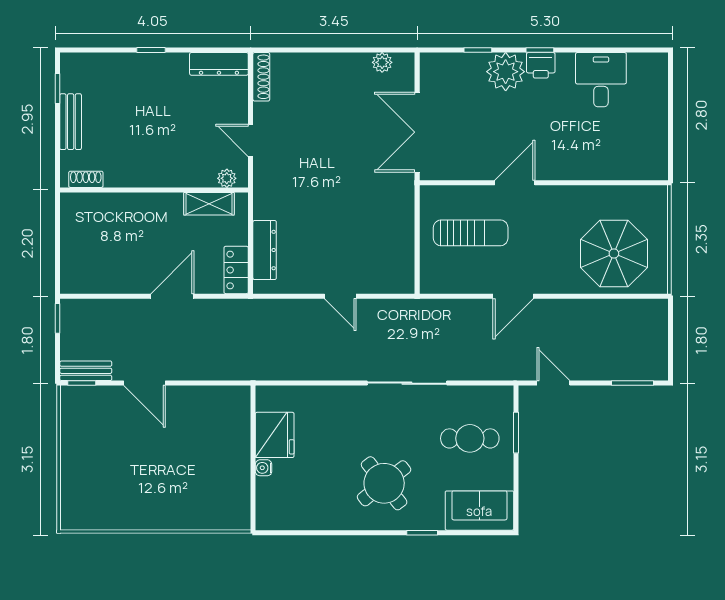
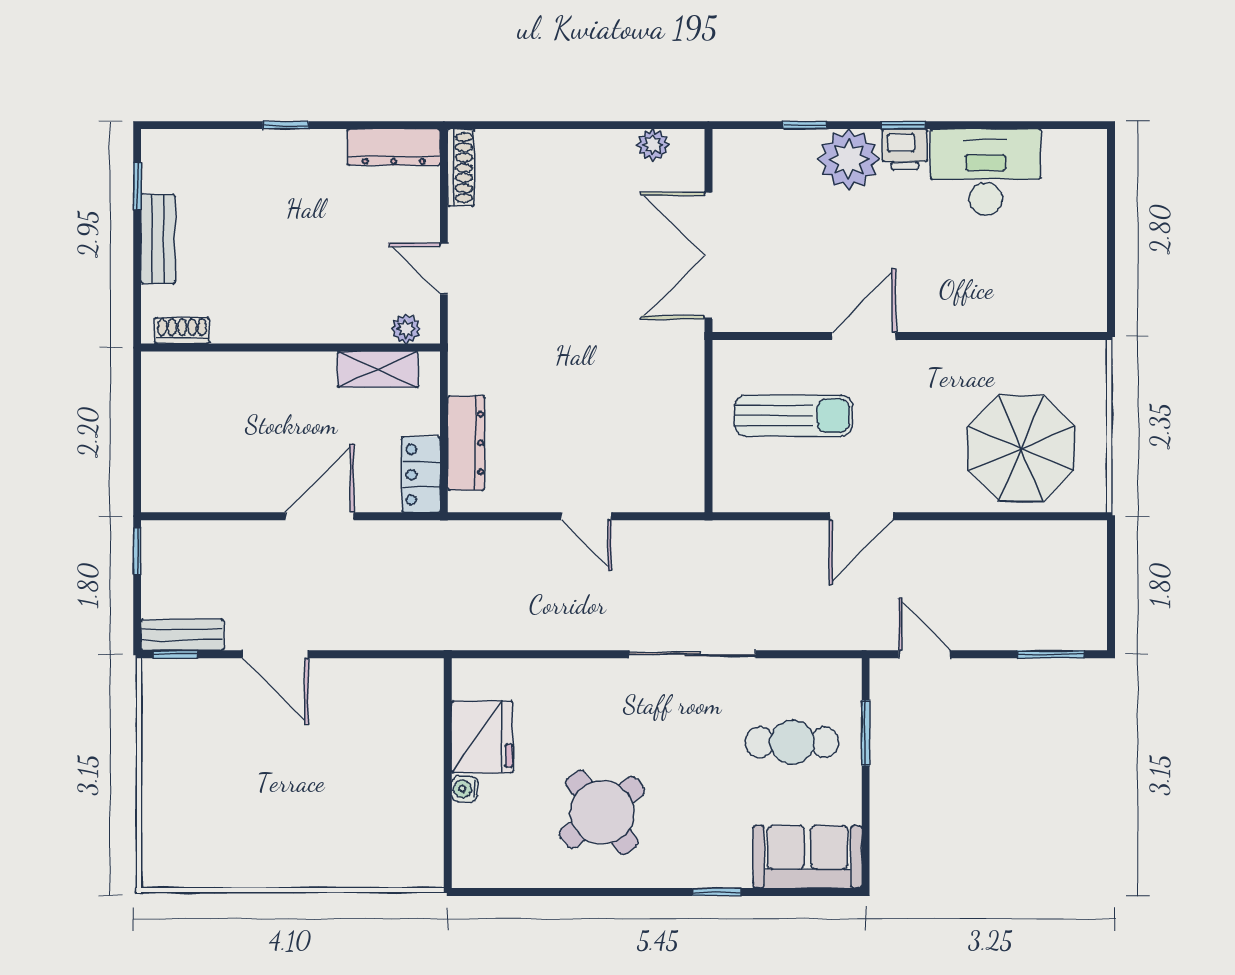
desk: (601, 80) -> (986, 172), width x1.37
round table: (384, 483) -> (602, 812), moved

